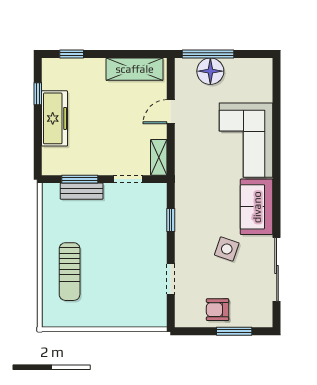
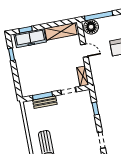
floor lamp: (210, 71) -> (91, 27), moved
door: (171, 112) -> (84, 51), swing flipped
freezer: (55, 118) -> (30, 38), moved, turned 90

